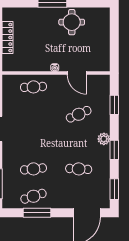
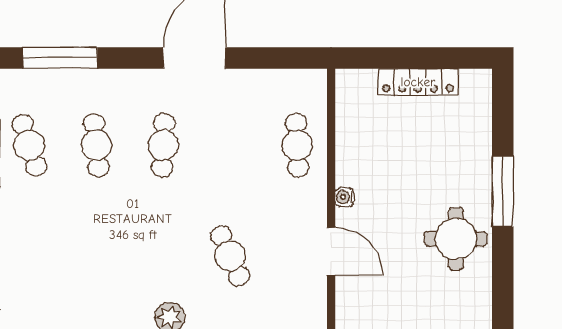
door: (77, 73) -> (331, 251), swing flipped
cafe table: (79, 169) -> (163, 145), moved

